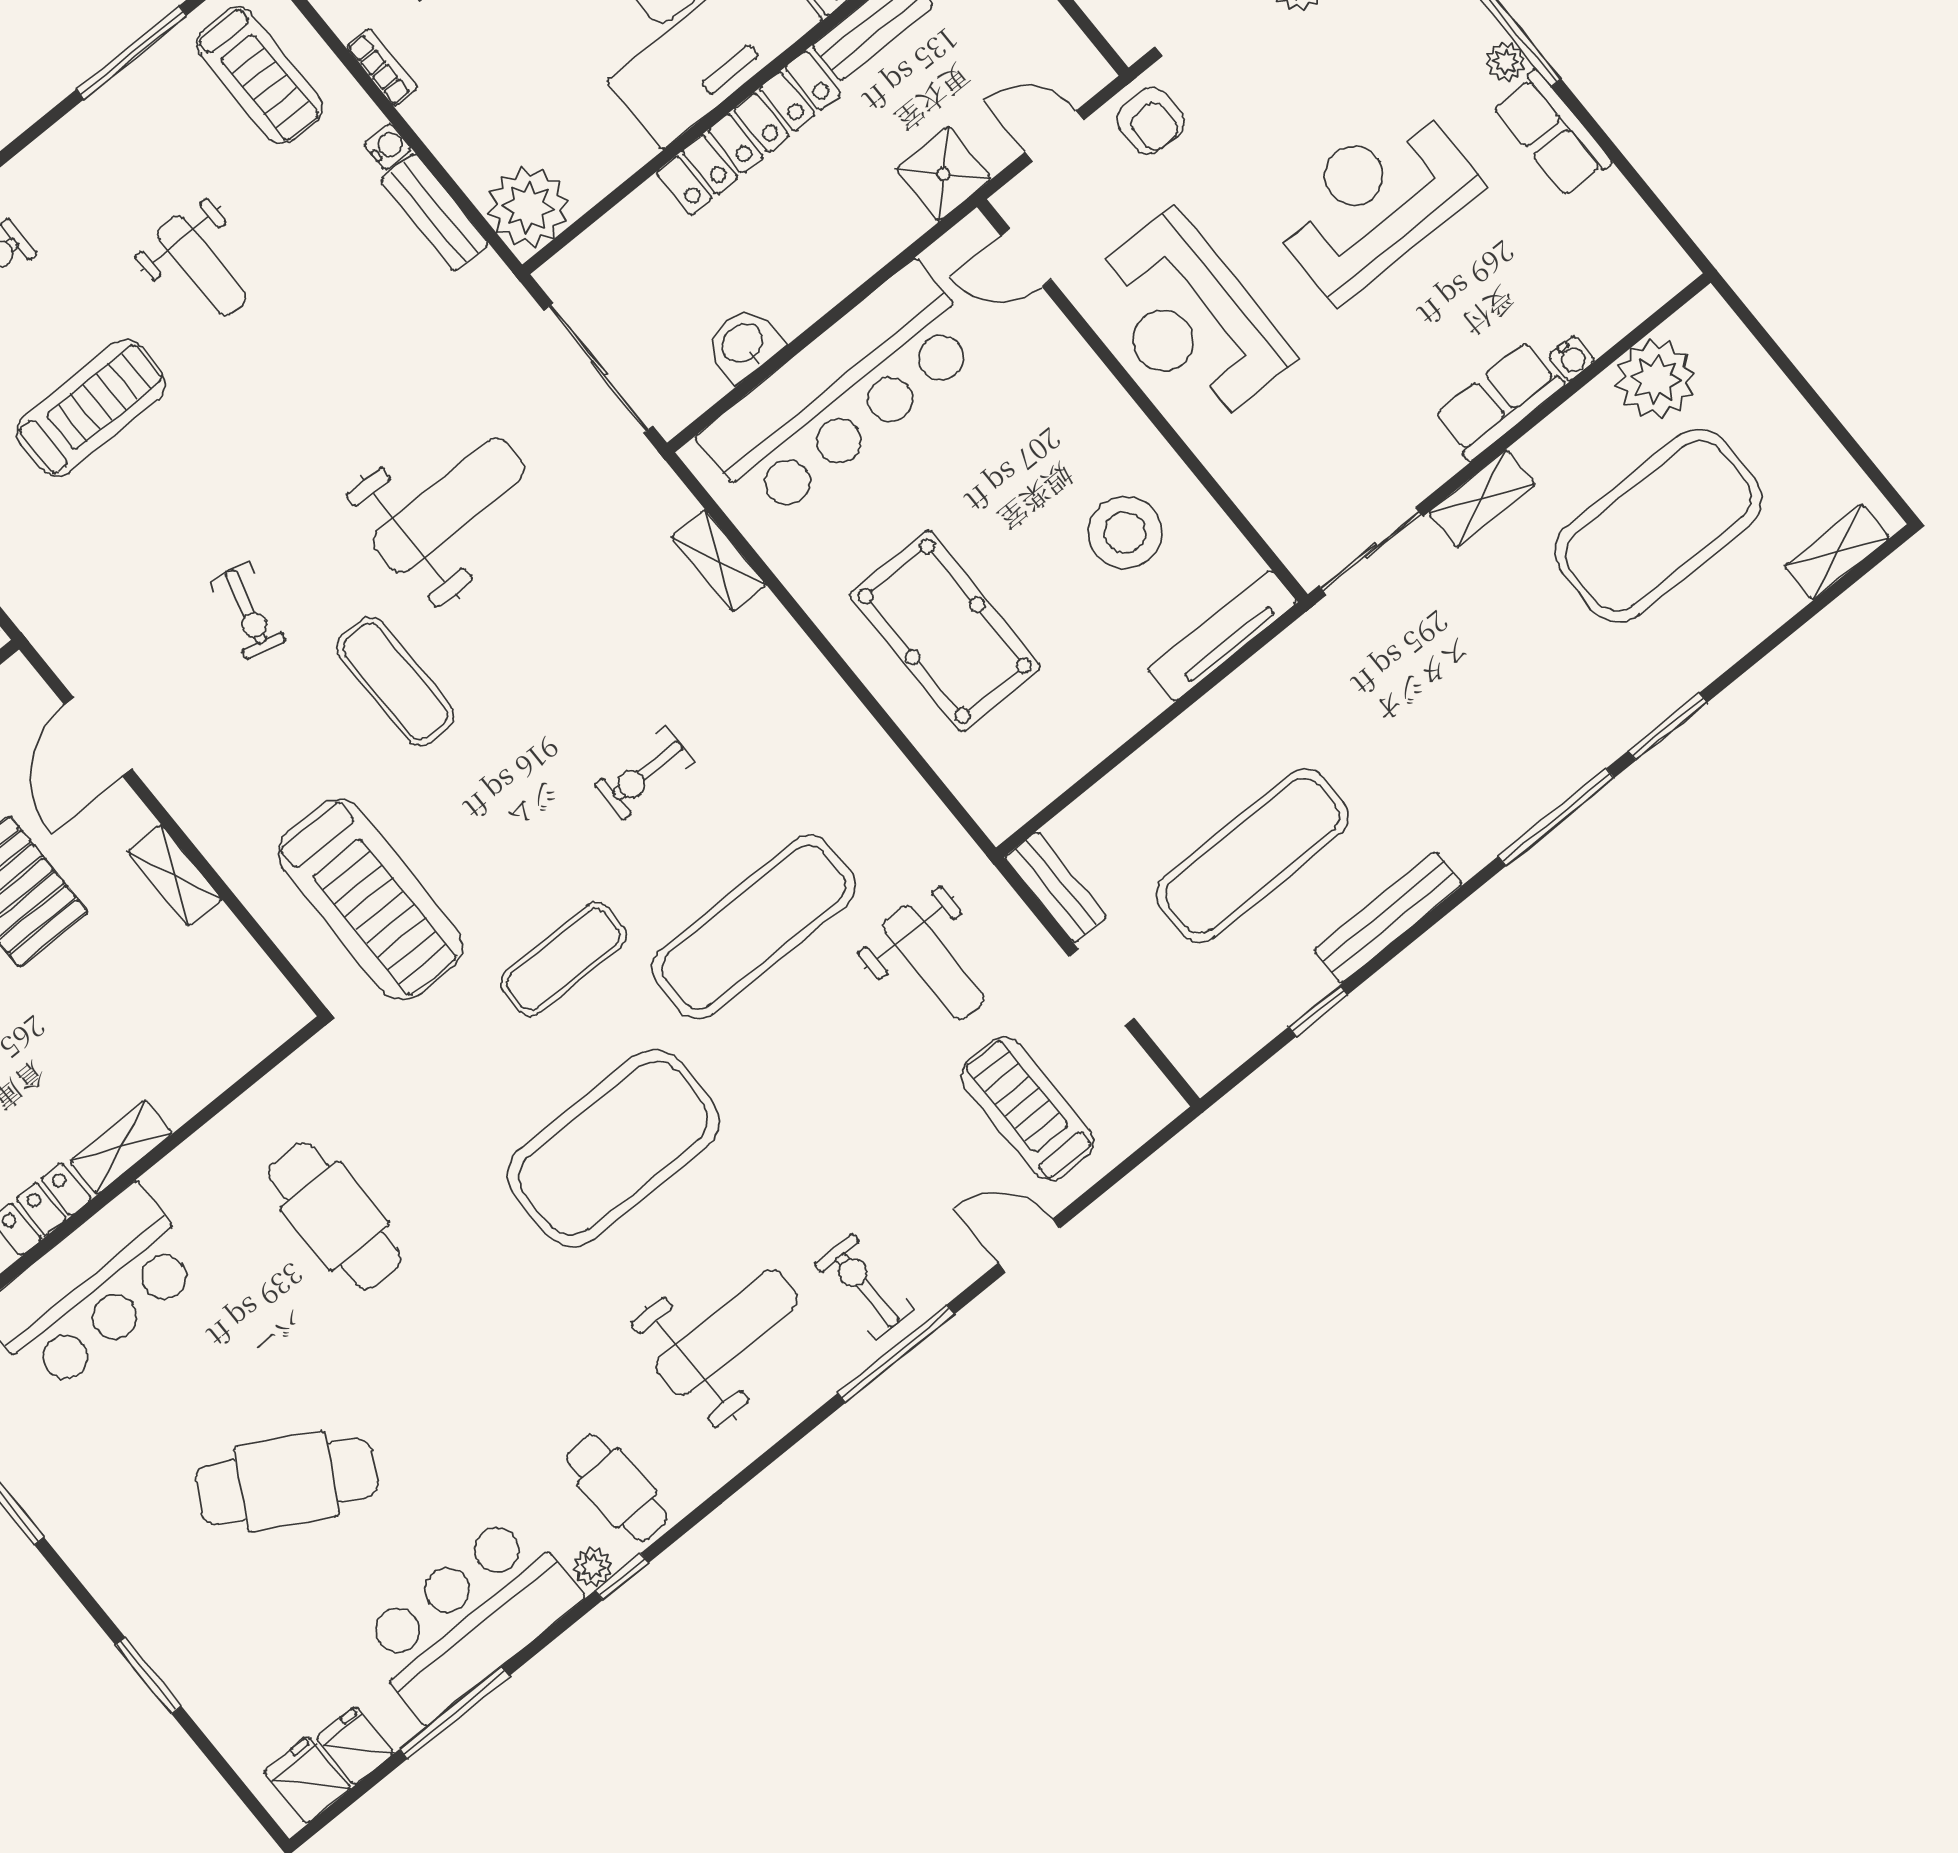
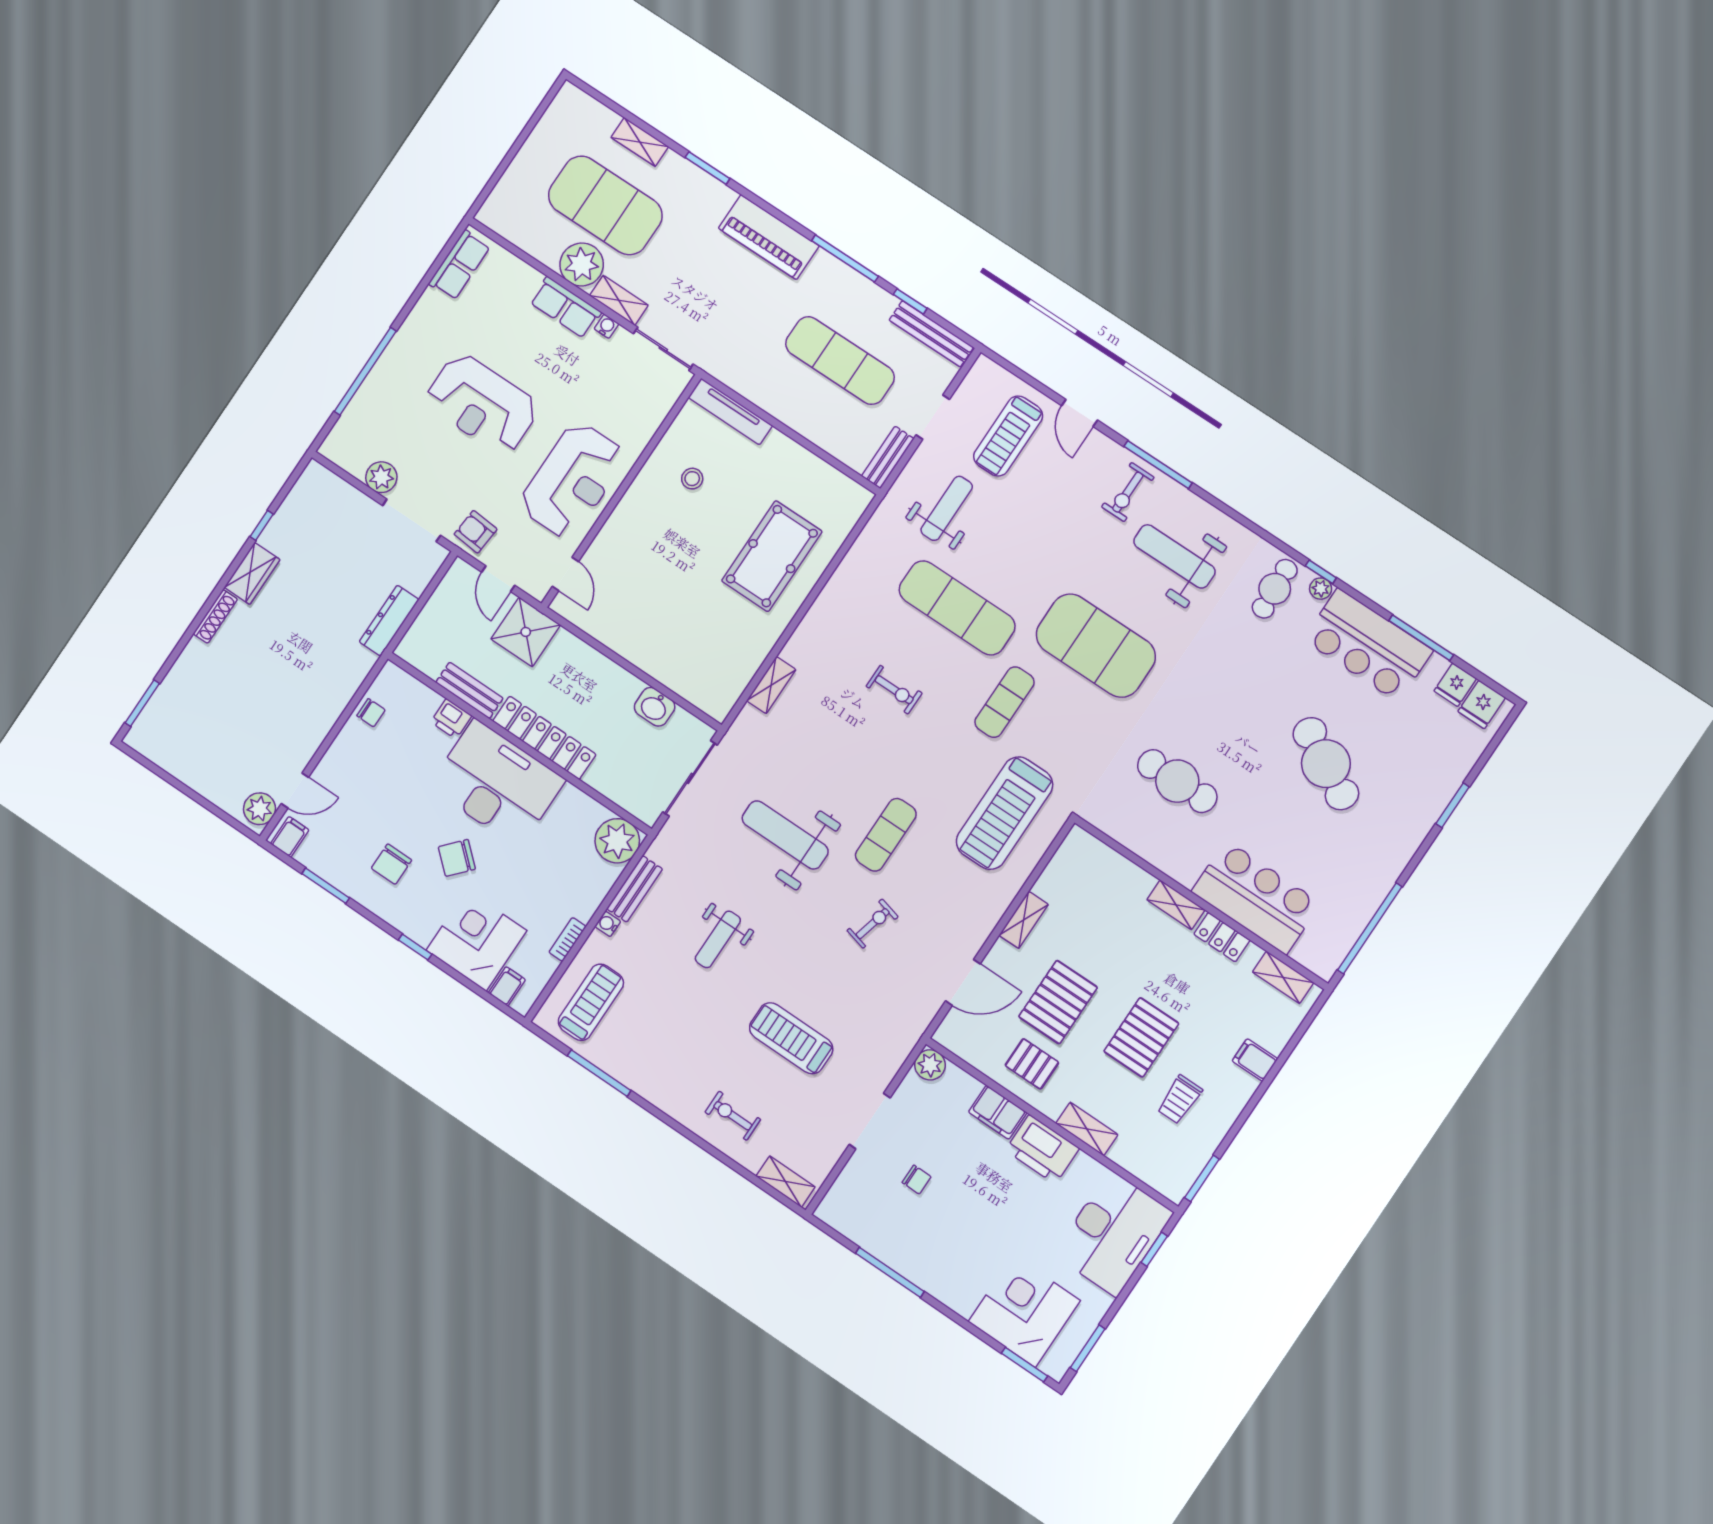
plant: (1506, 61) -> (390, 359), removed
armchair: (1150, 121) -> (476, 532), turned -85
row of seats: (1552, 134) -> (459, 265), moved
shower: (943, 174) -> (526, 632), width x1.36, depth x1.36
weight bench: (202, 266) -> (718, 939), moved, turned 180
water cooler: (1572, 358) -> (607, 326), moved
plant: (1656, 379) -> (582, 264), moved
bar counter: (842, 392) -> (664, 648), removed
stool: (1125, 532) -> (692, 479), width x0.53, depth x0.53
shelving: (1837, 552) -> (640, 142), moved
piano: (1511, 797) -> (769, 237), added
window: (1556, 817) -> (845, 258), moved
treadmill: (370, 900) -> (1005, 813), turned 180
bench: (1388, 917) -> (931, 334), moved
exercise mat: (564, 959) -> (1004, 702), turned 90
cafe table: (334, 1216) -> (1177, 781), turned 90

